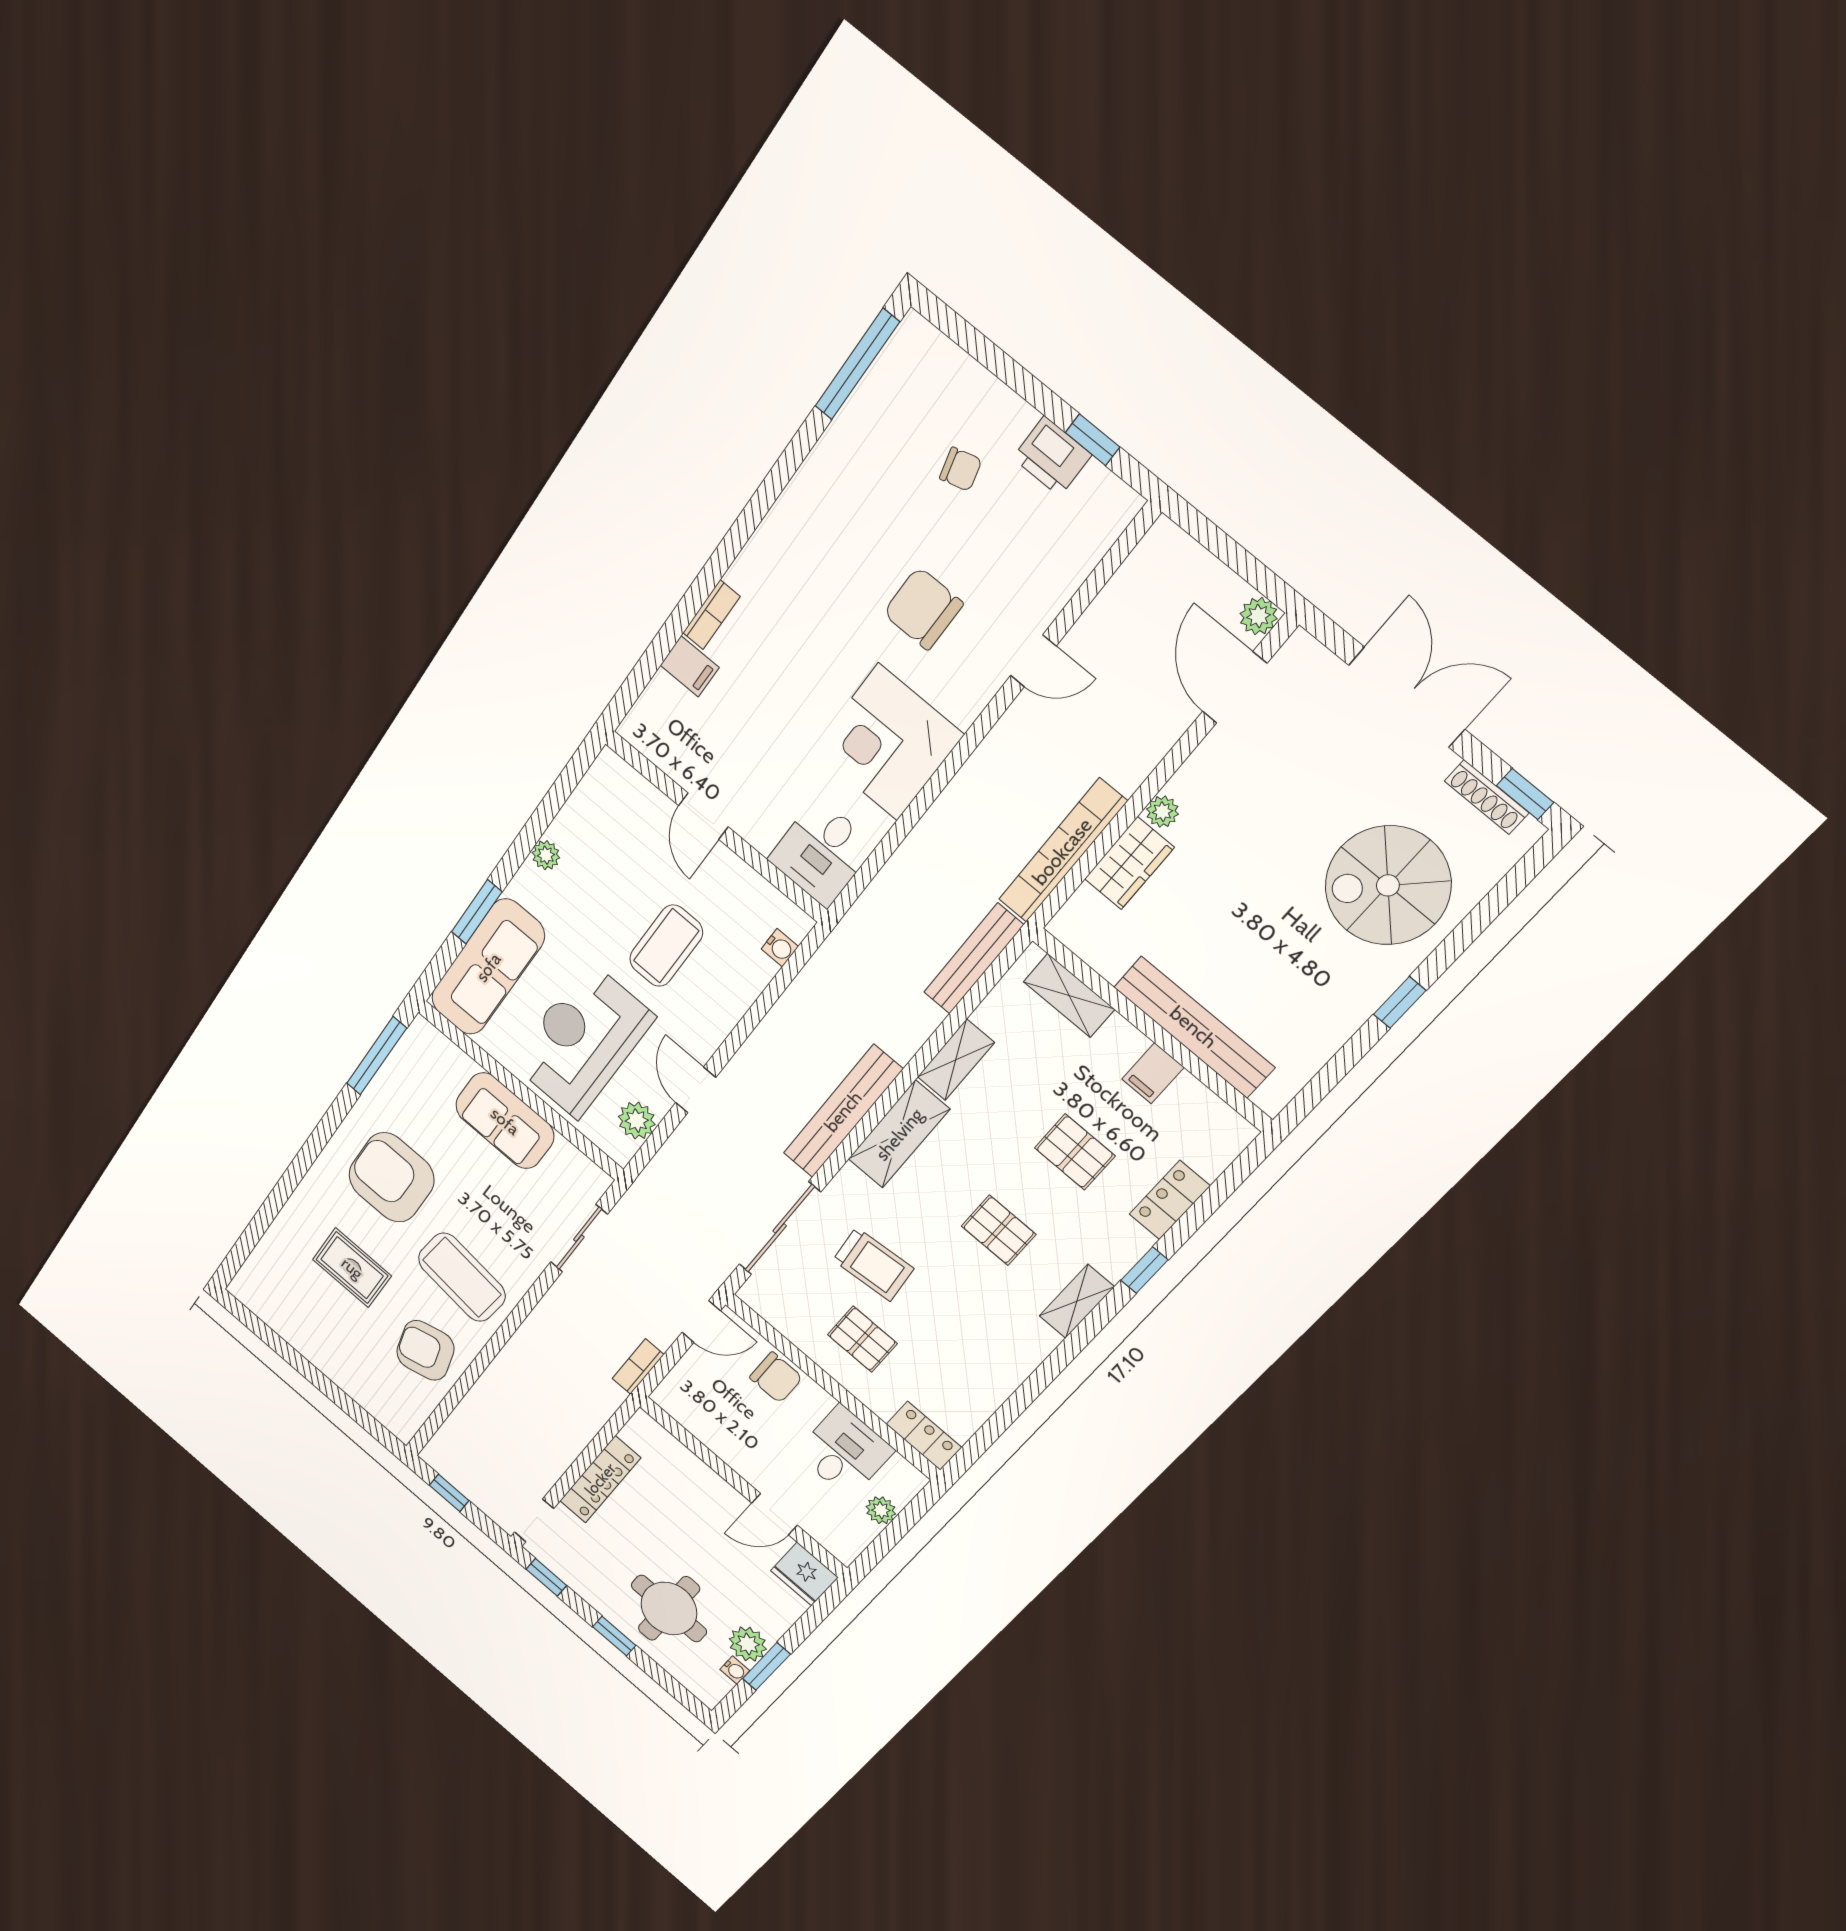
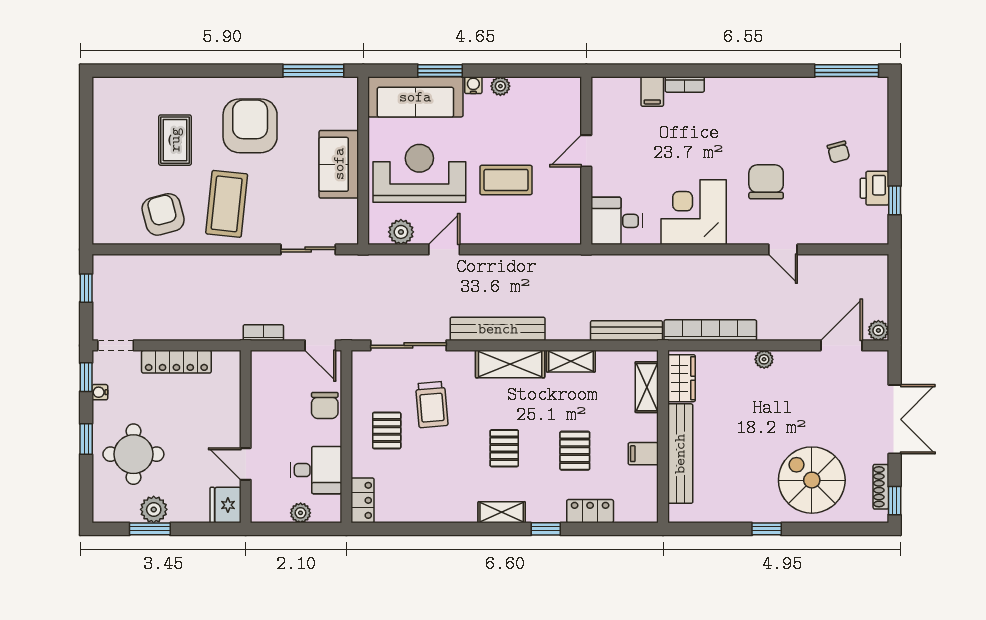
wardrobe: (1129, 863) -> (681, 378), moved, turned -90
water cooler: (780, 948) -> (473, 85), moved, turned 180
water cooler: (735, 1670) -> (100, 392), moved, turned 90

